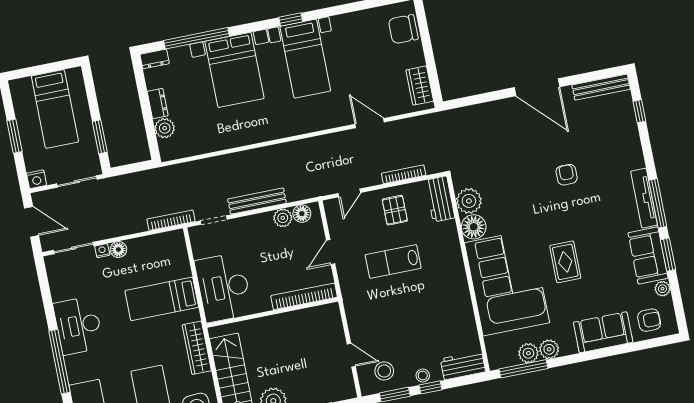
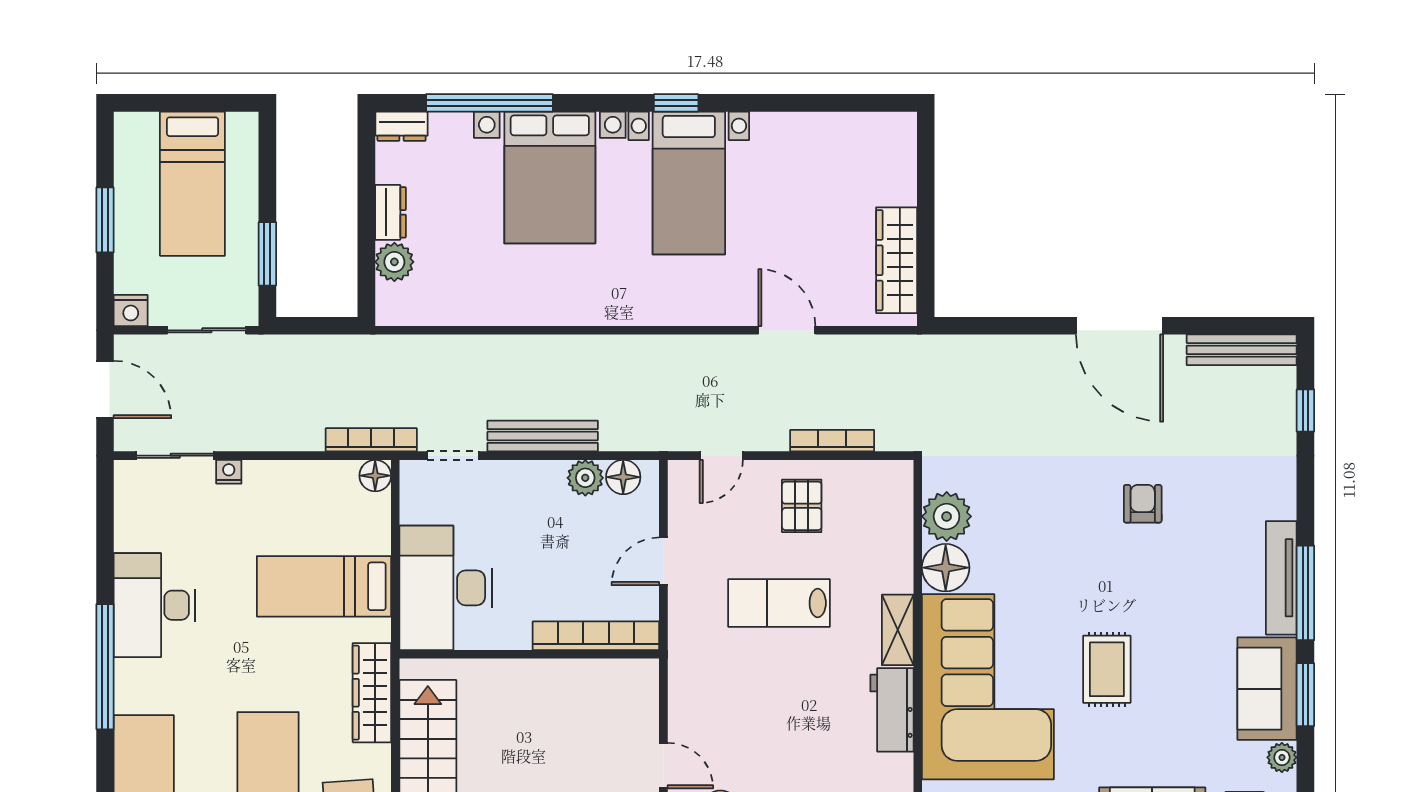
chair: (403, 29) -> (887, 164), removed
wardrobe: (420, 86) -> (897, 260), width x1.50
workbench: (440, 199) -> (892, 710), moved
floor lamp: (118, 250) -> (375, 476), moved
shelving: (456, 263) -> (898, 630), added

